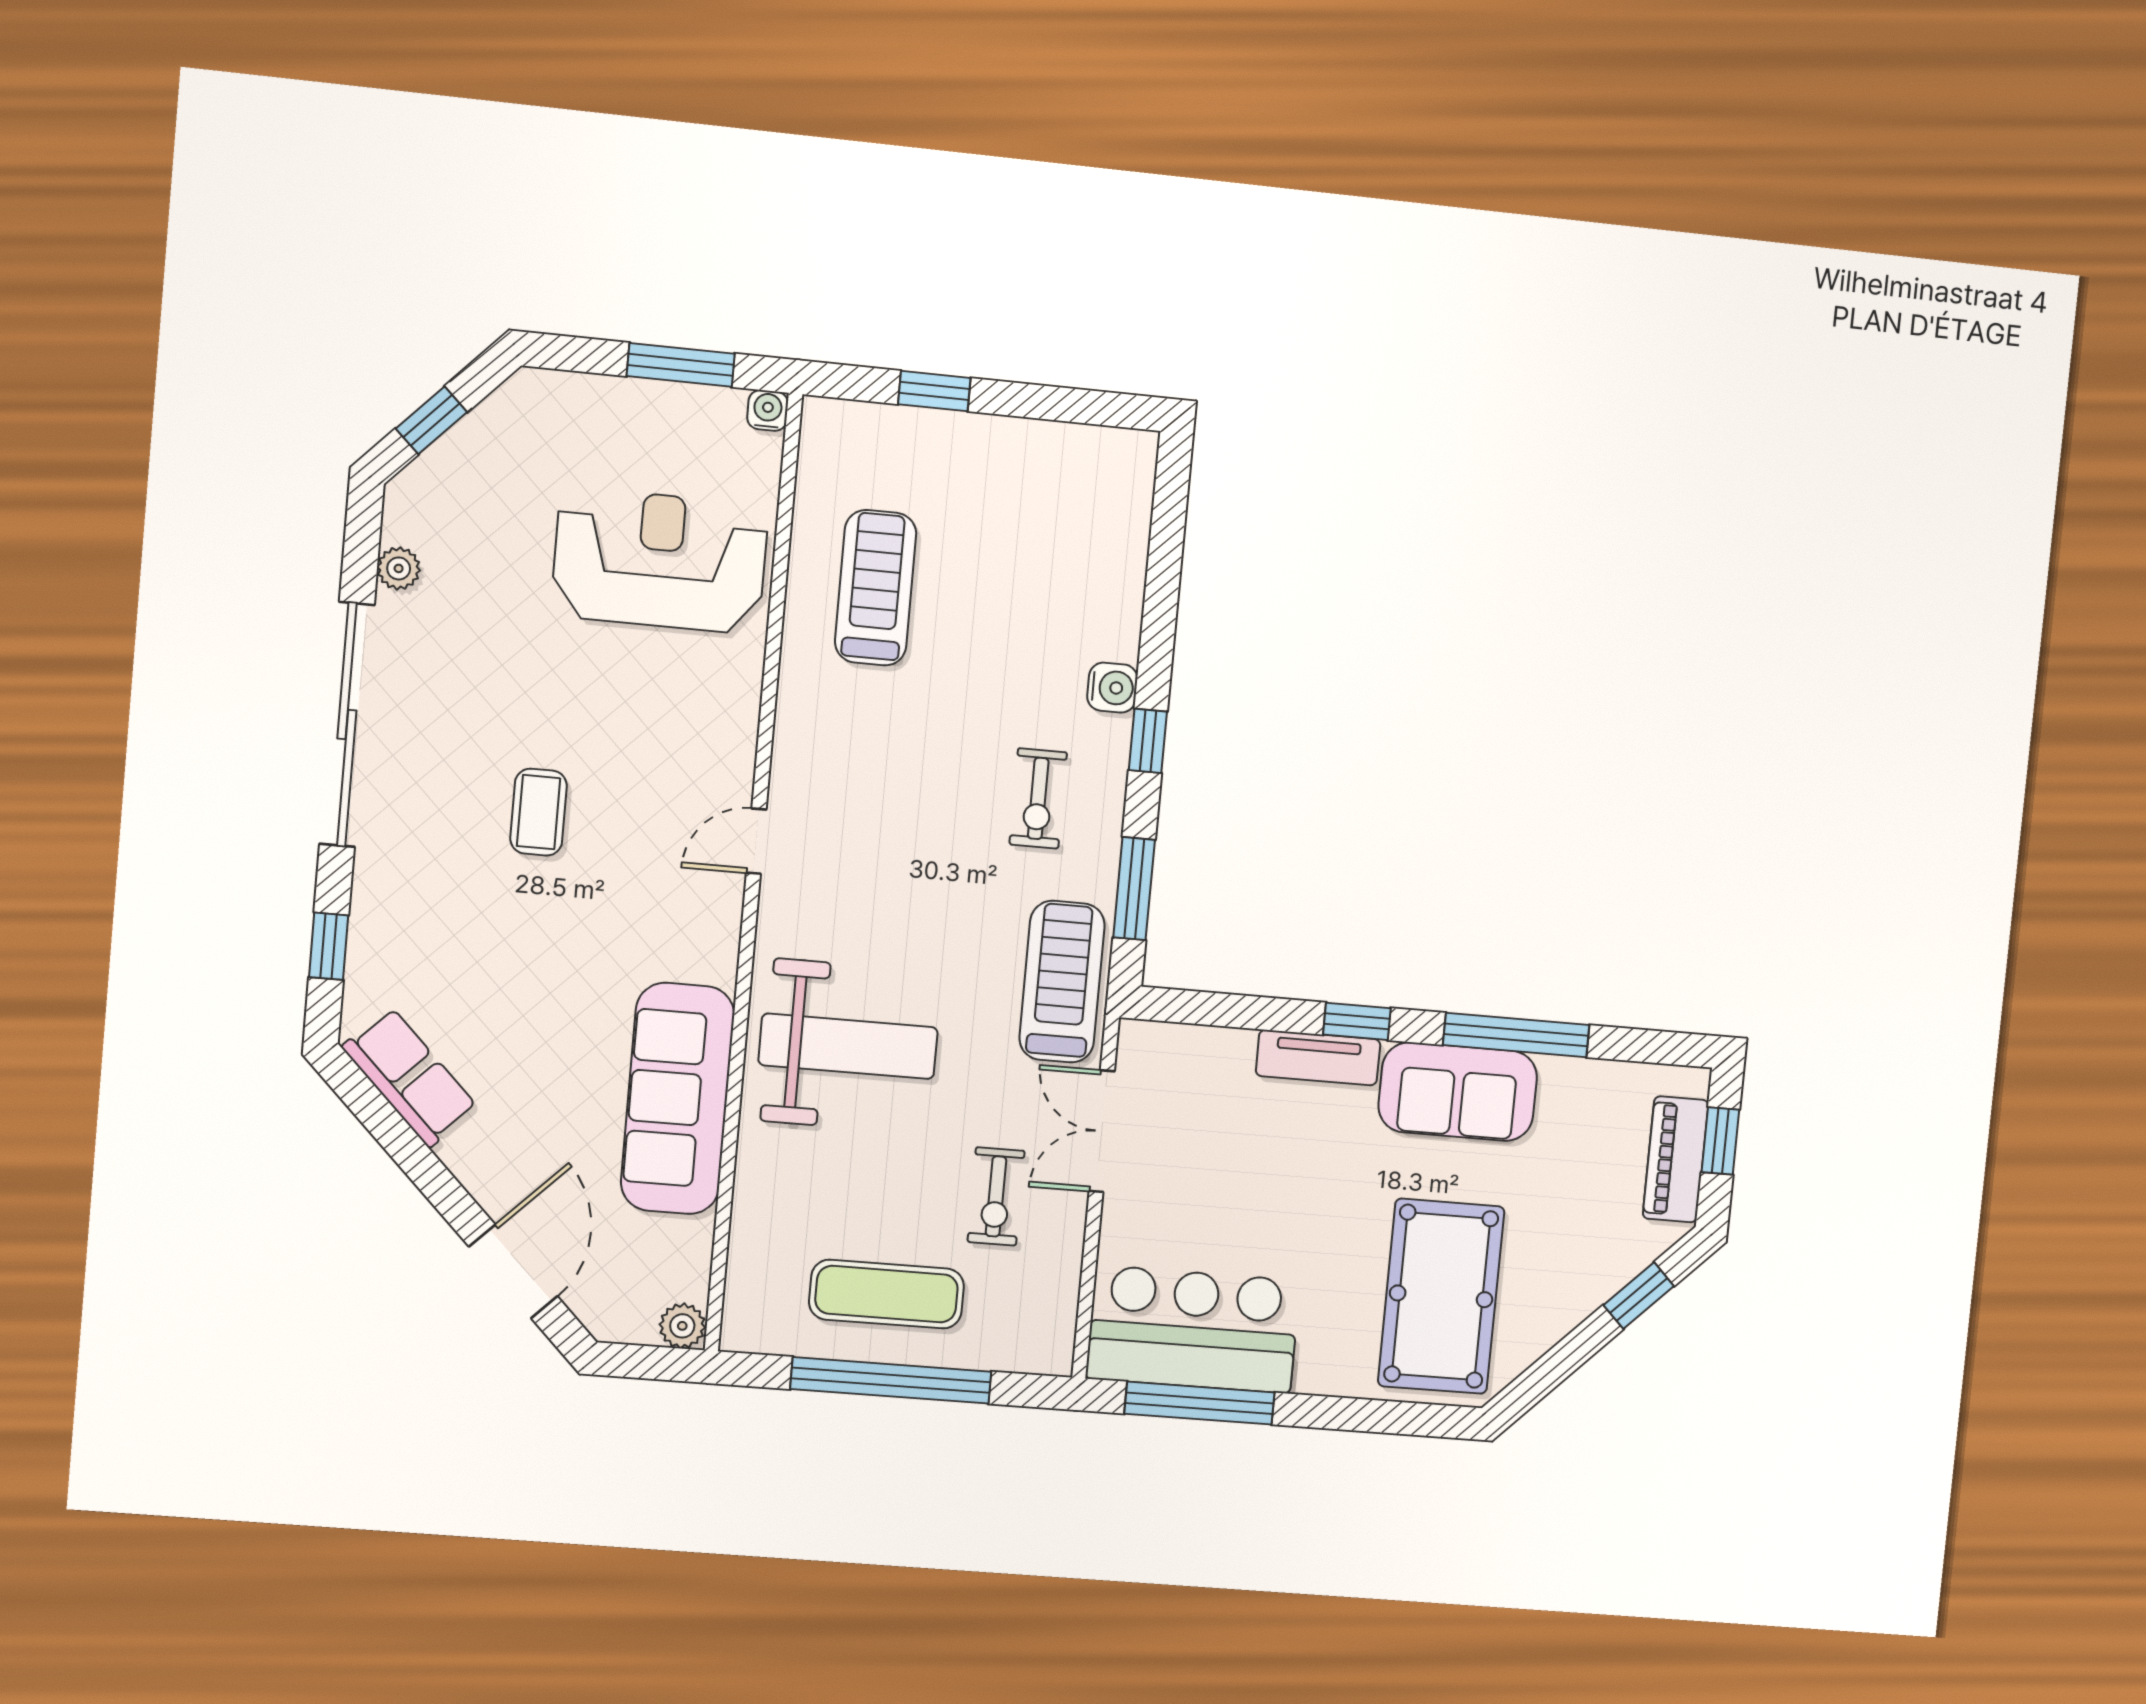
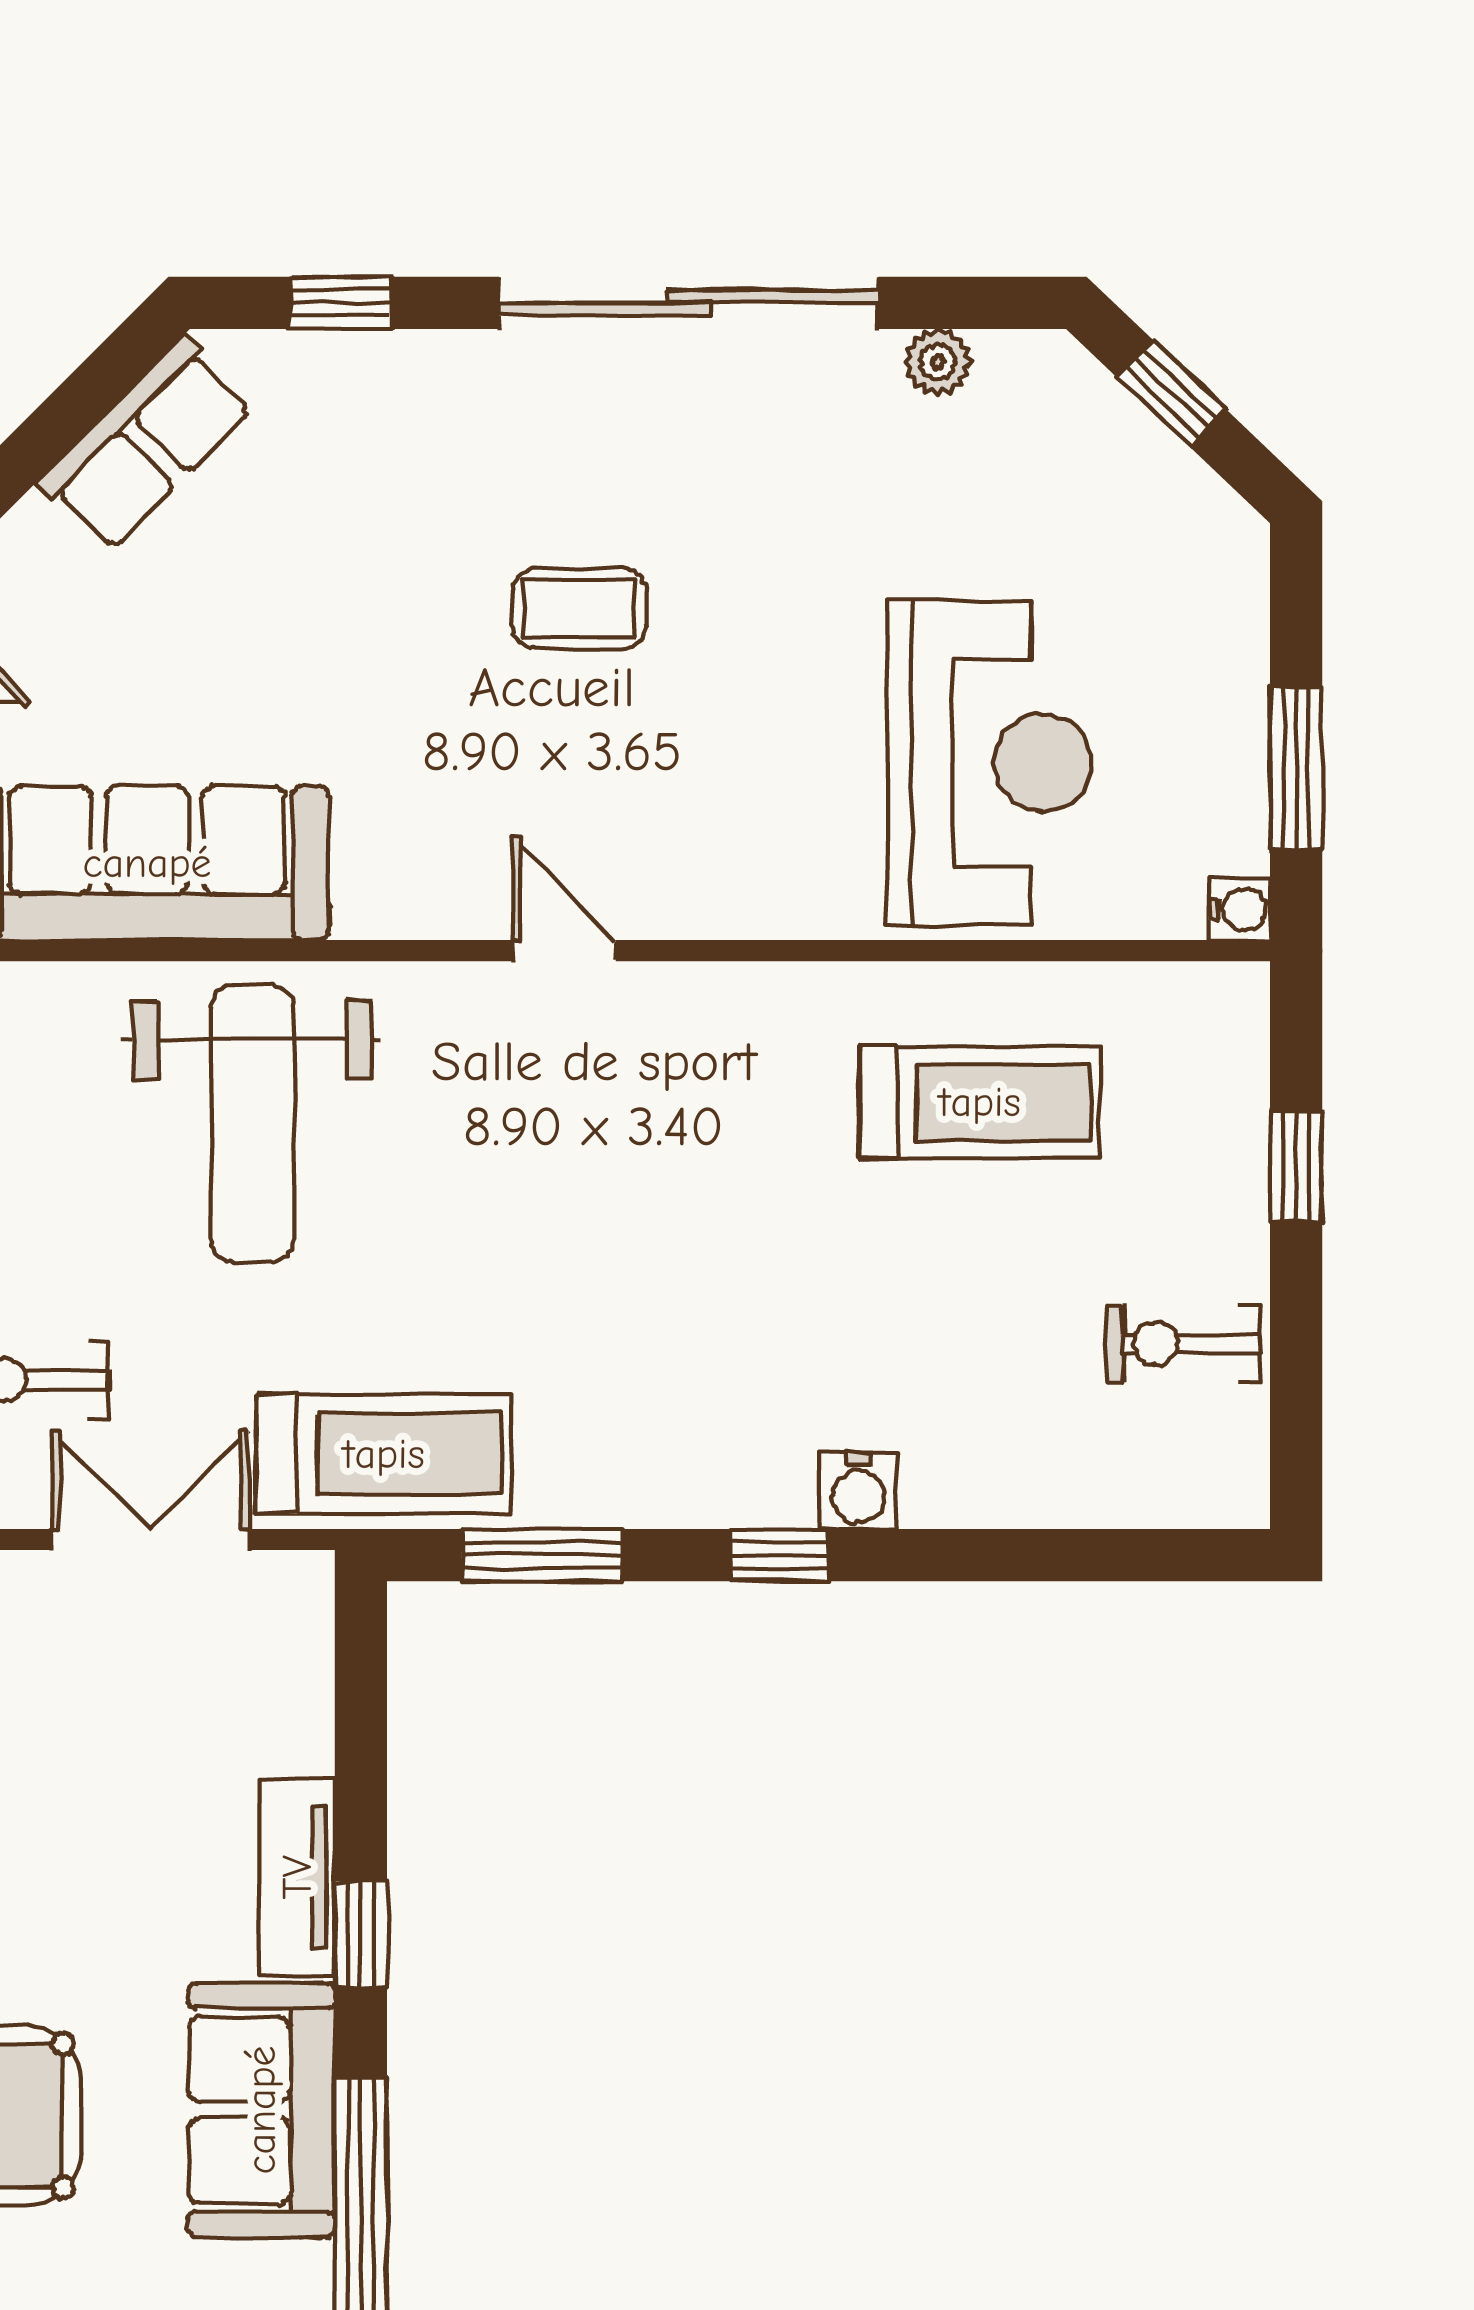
exercise bike: (1038, 798) -> (1183, 1344), moved

